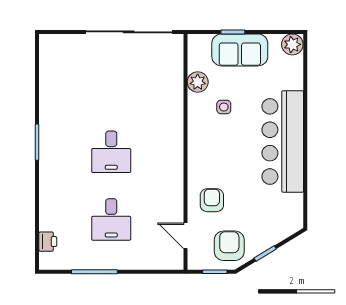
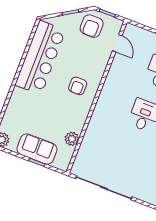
side table: (224, 107) -> (61, 116), removed
bar counter: (283, 141) -> (40, 58), moved
armchair: (212, 200) -> (78, 86), moved

